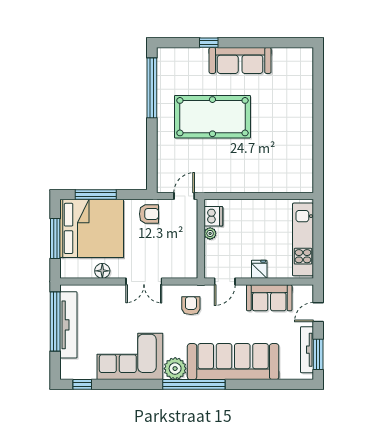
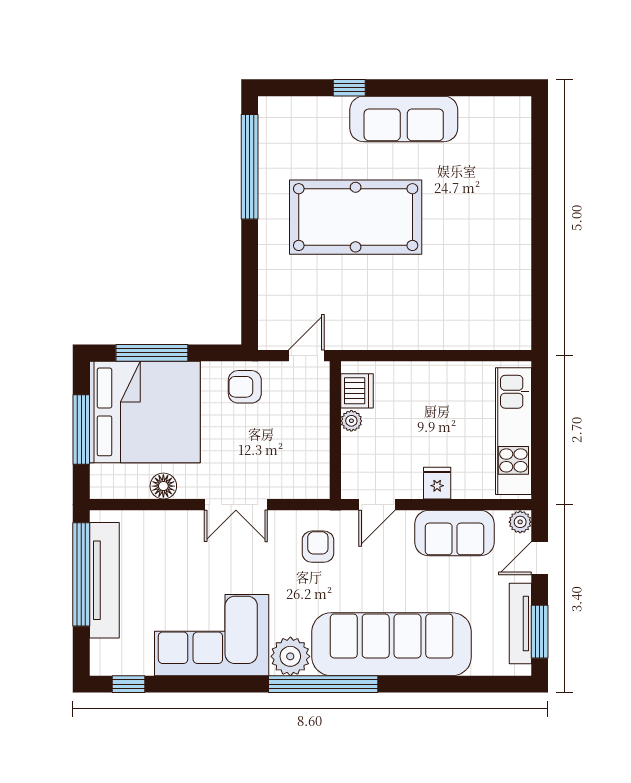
armchair: (149, 214) -> (245, 387), turned 180
plant: (307, 291) -> (520, 522), added

